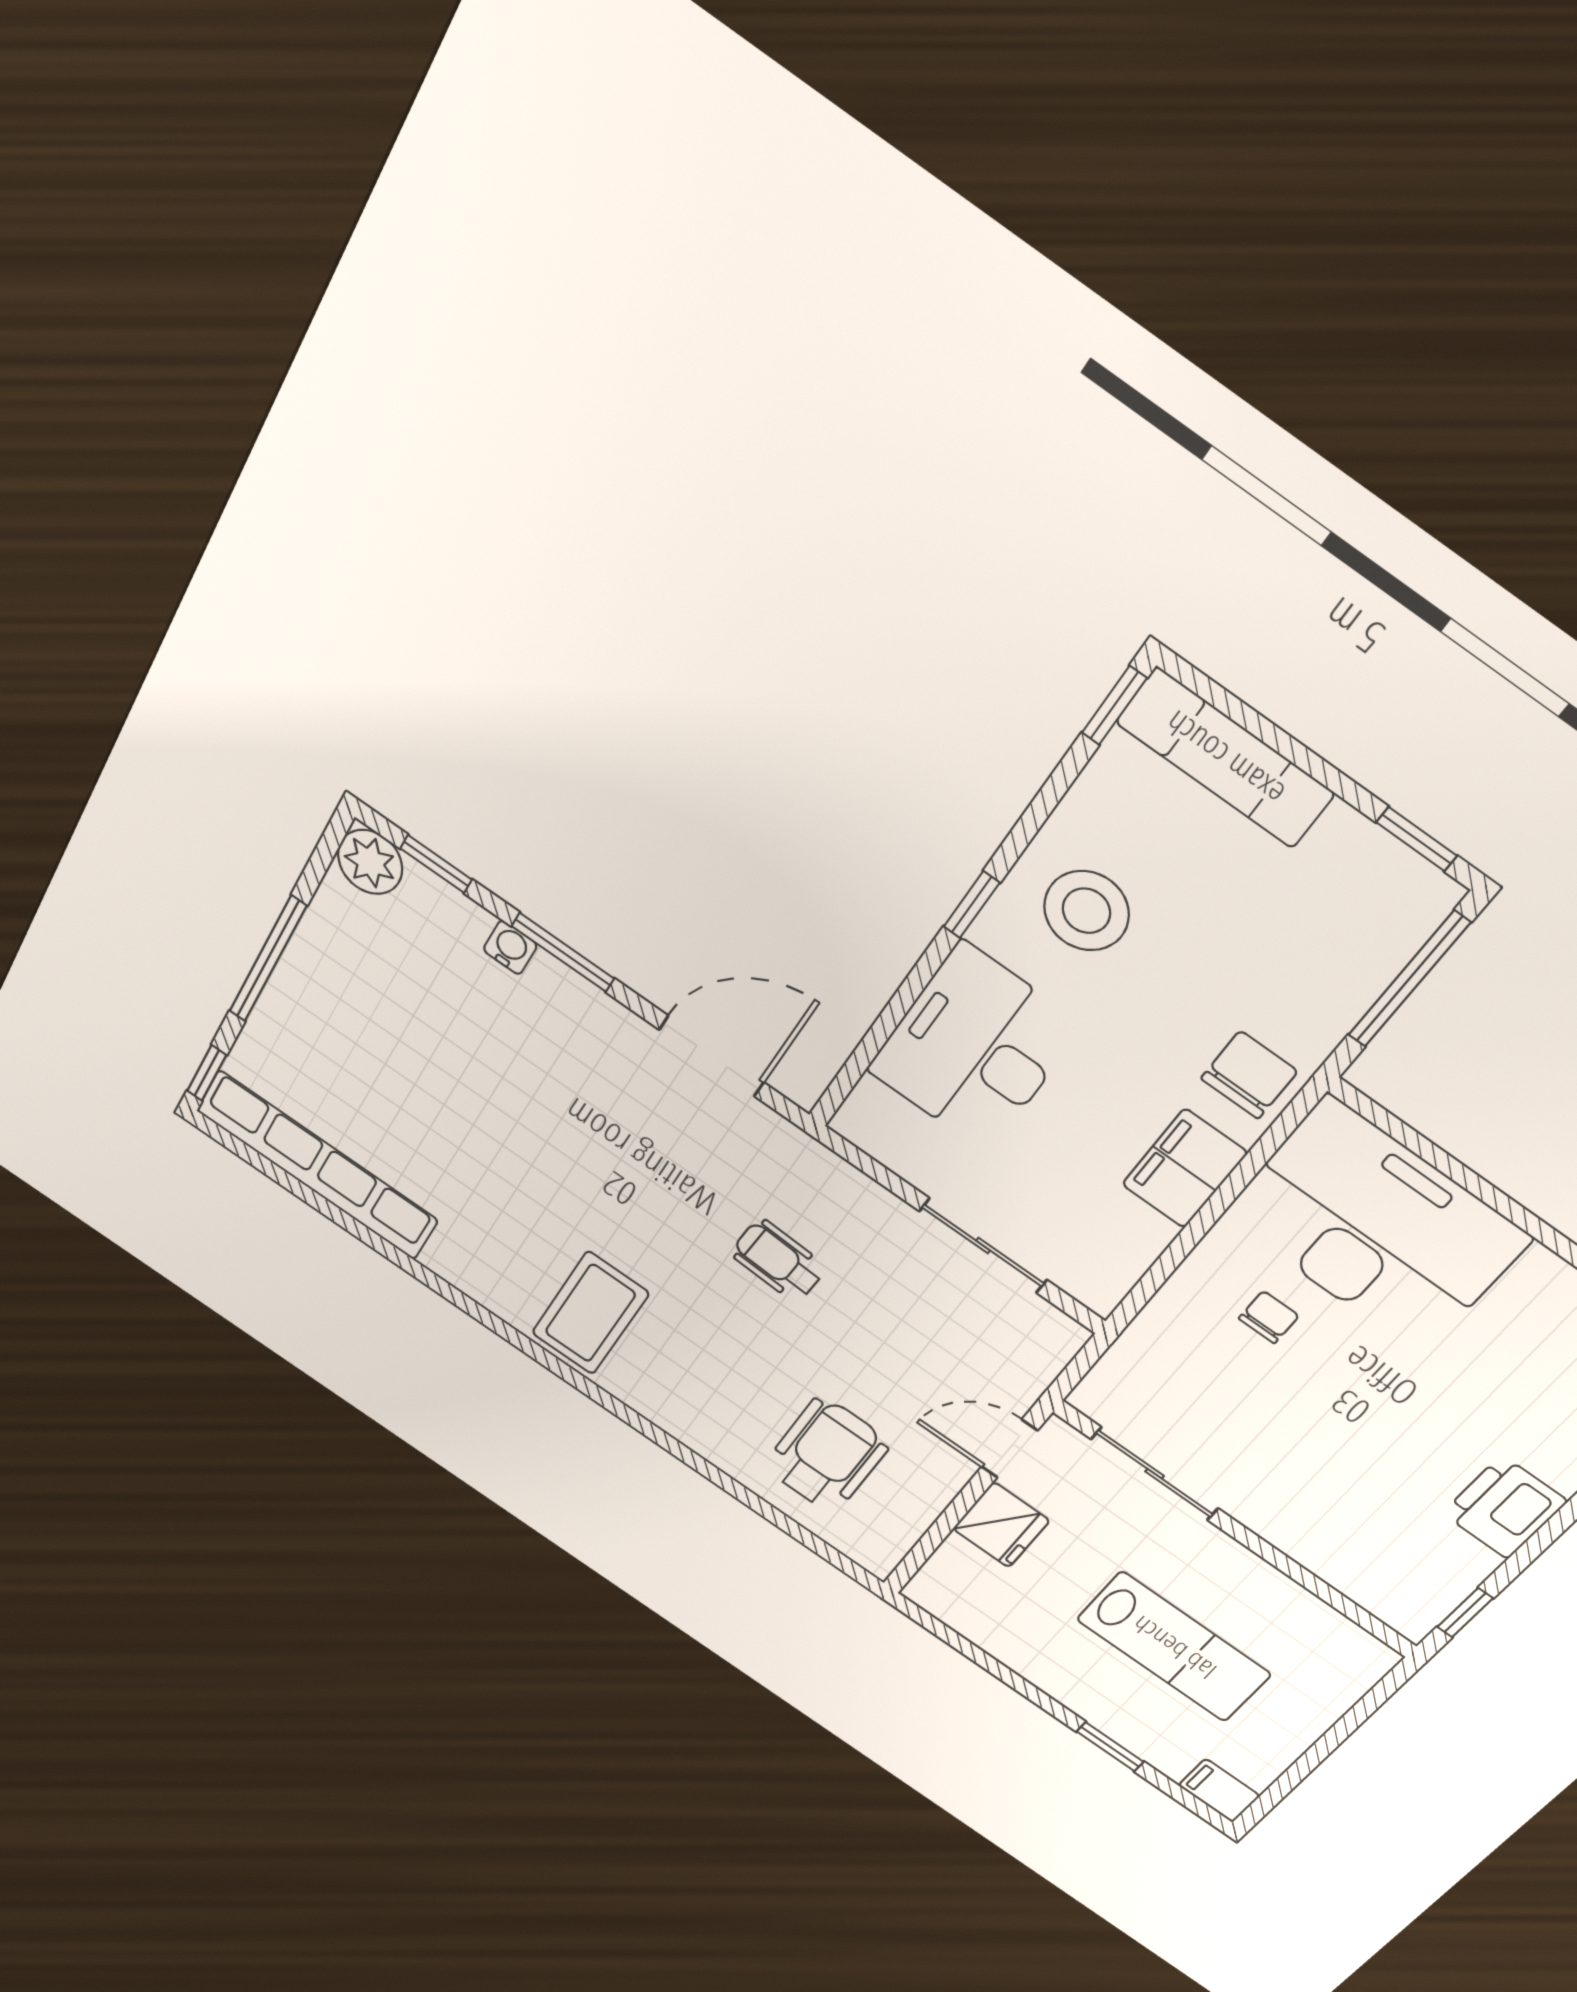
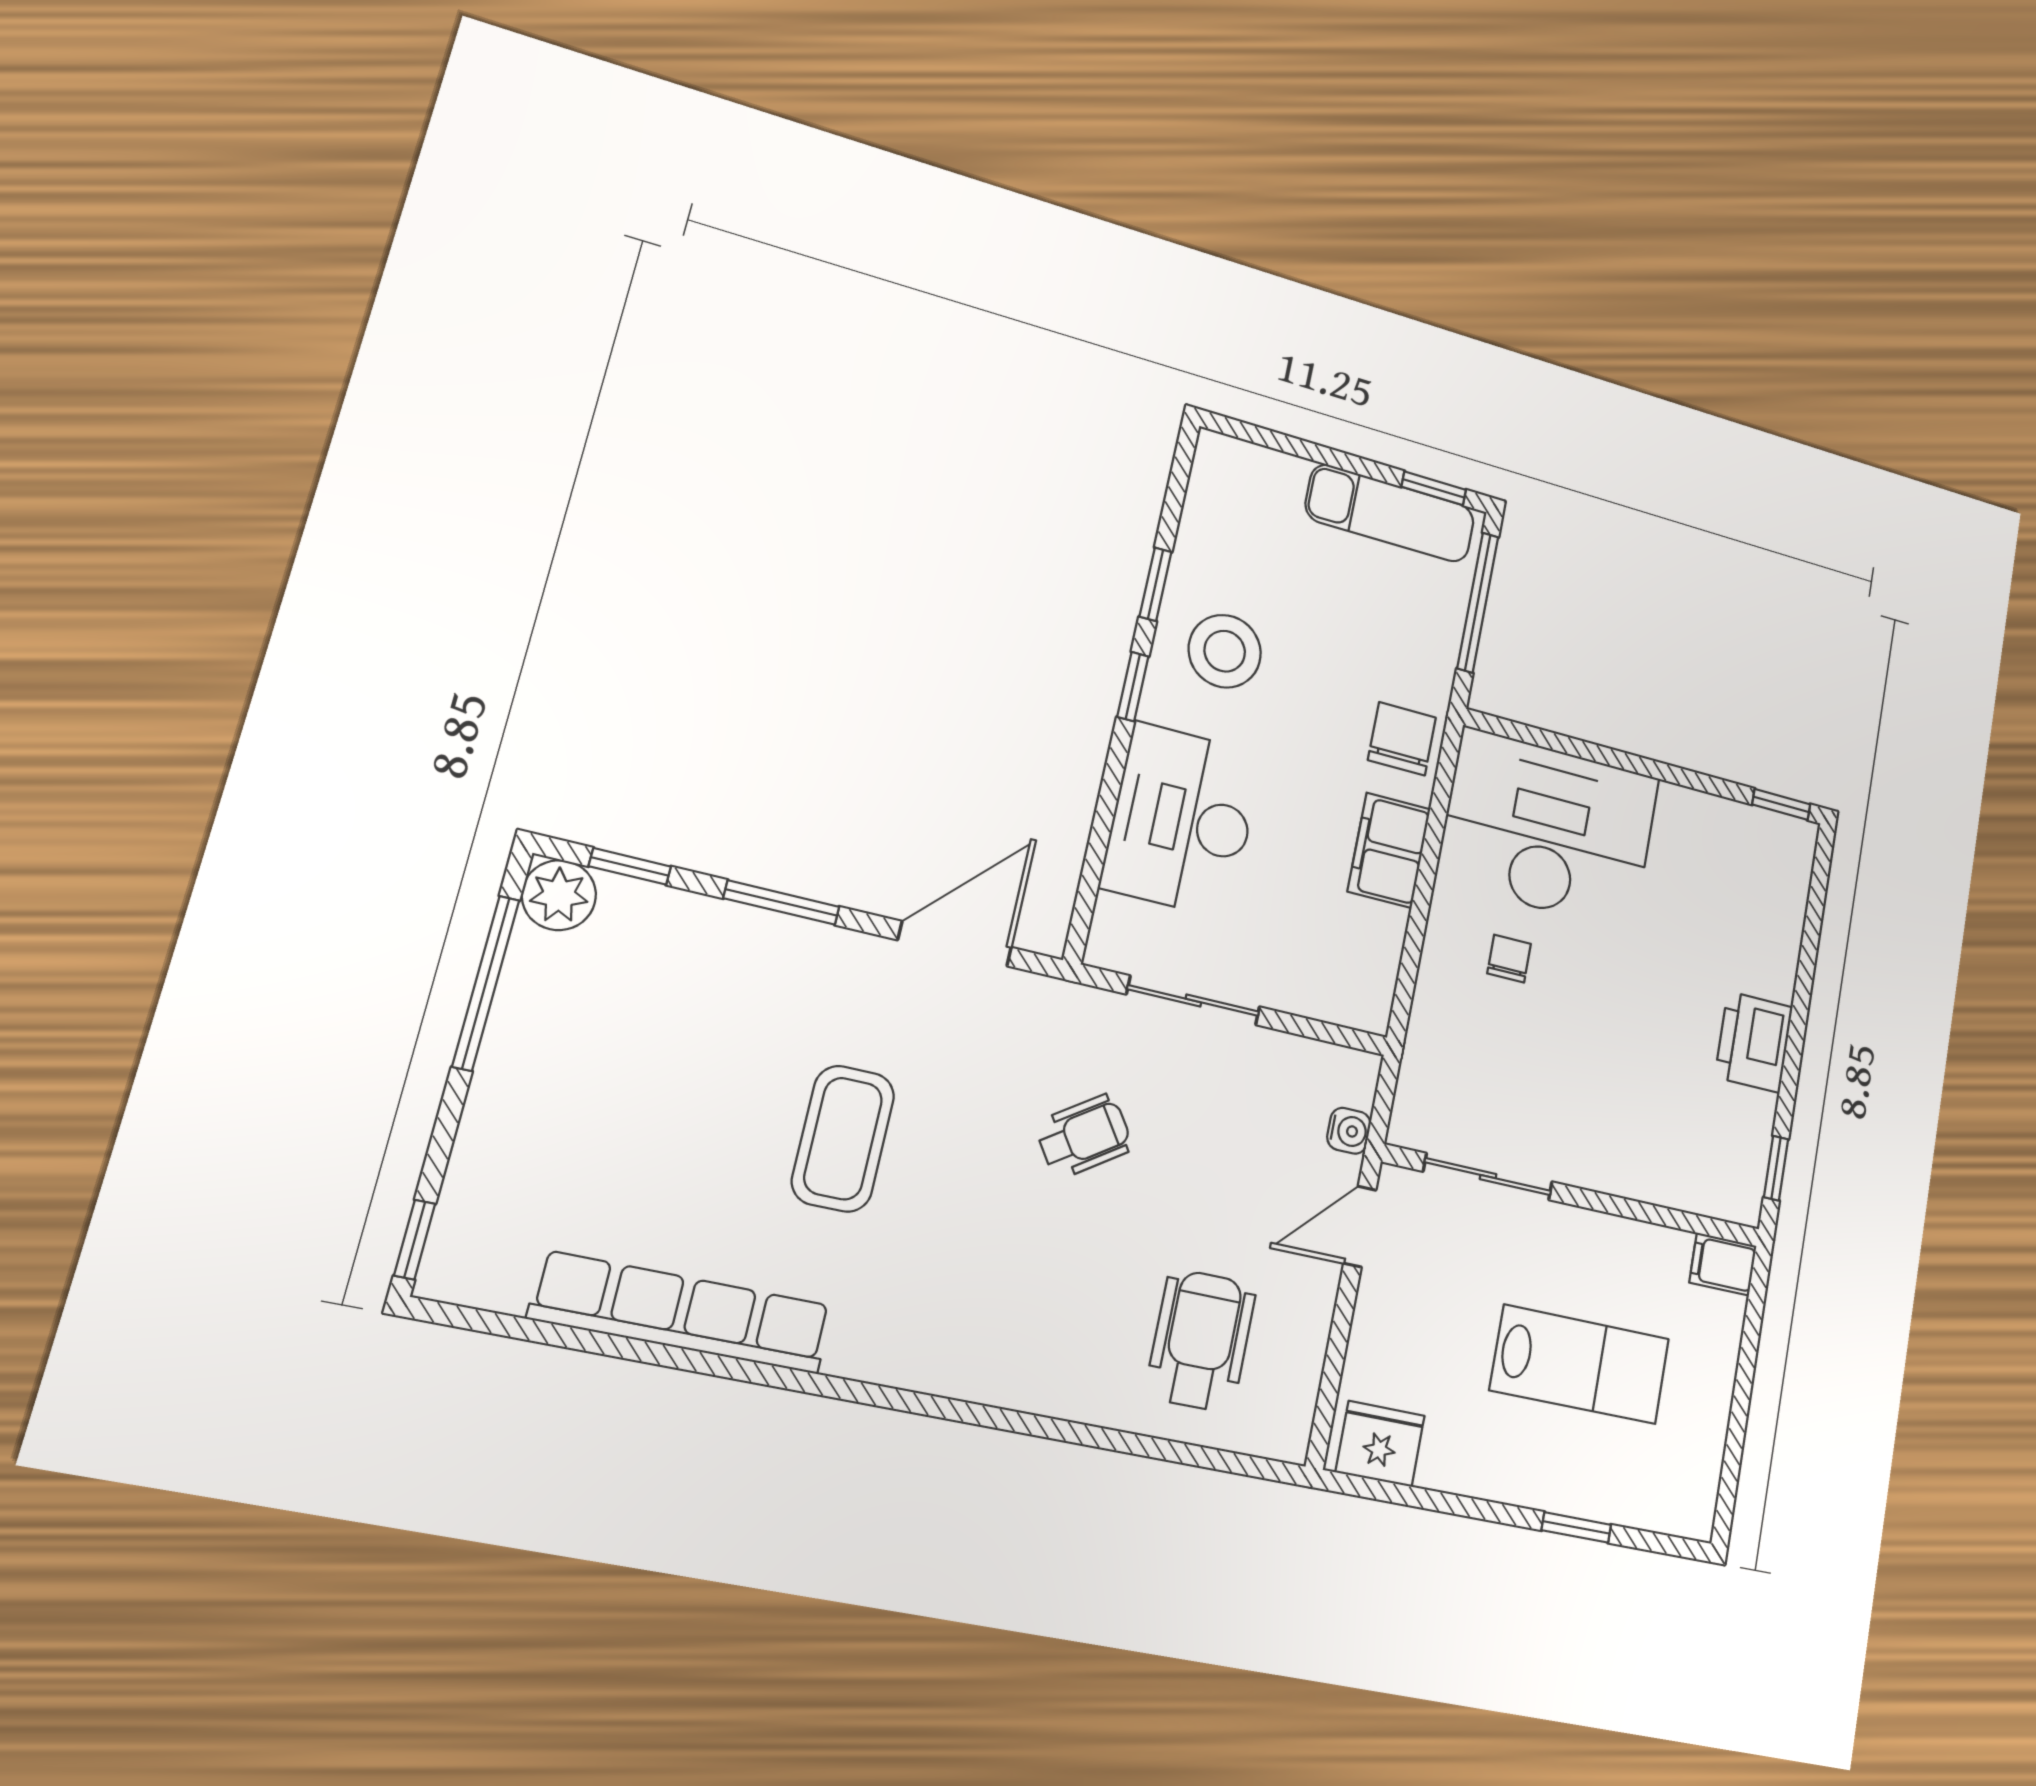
window: (1114, 705) -> (1155, 584), moved
exam couch: (1225, 758) -> (1390, 513), moved
water cooler: (510, 947) -> (1349, 1131), moved, turned 90
window: (268, 959) -> (486, 983), moved
row of seats: (317, 1165) -> (682, 1312), moved
sliding door: (983, 1246) -> (1193, 1001), moved
wheelchair: (778, 1260) -> (1084, 1136), turned 143
coffee table: (590, 1313) -> (843, 1139), moved
fridge: (1001, 1525) -> (1380, 1444), moved, turned -90
filing cabinet: (1219, 1791) -> (1723, 1264), moved

